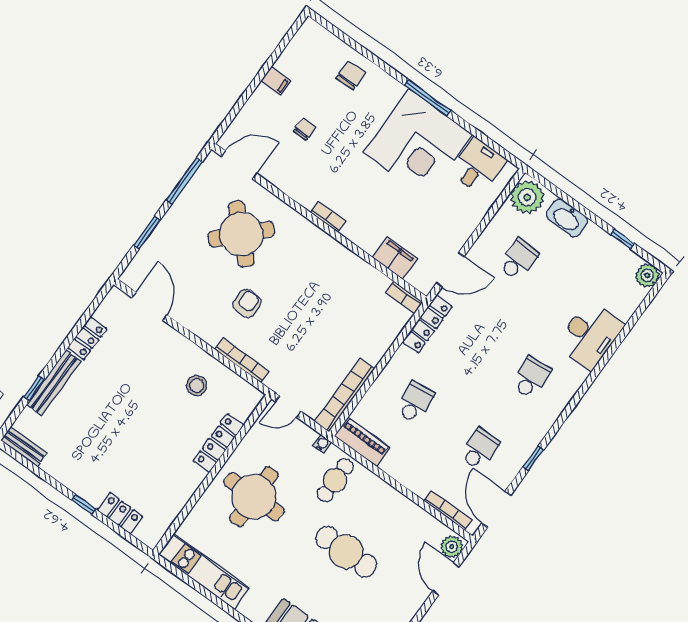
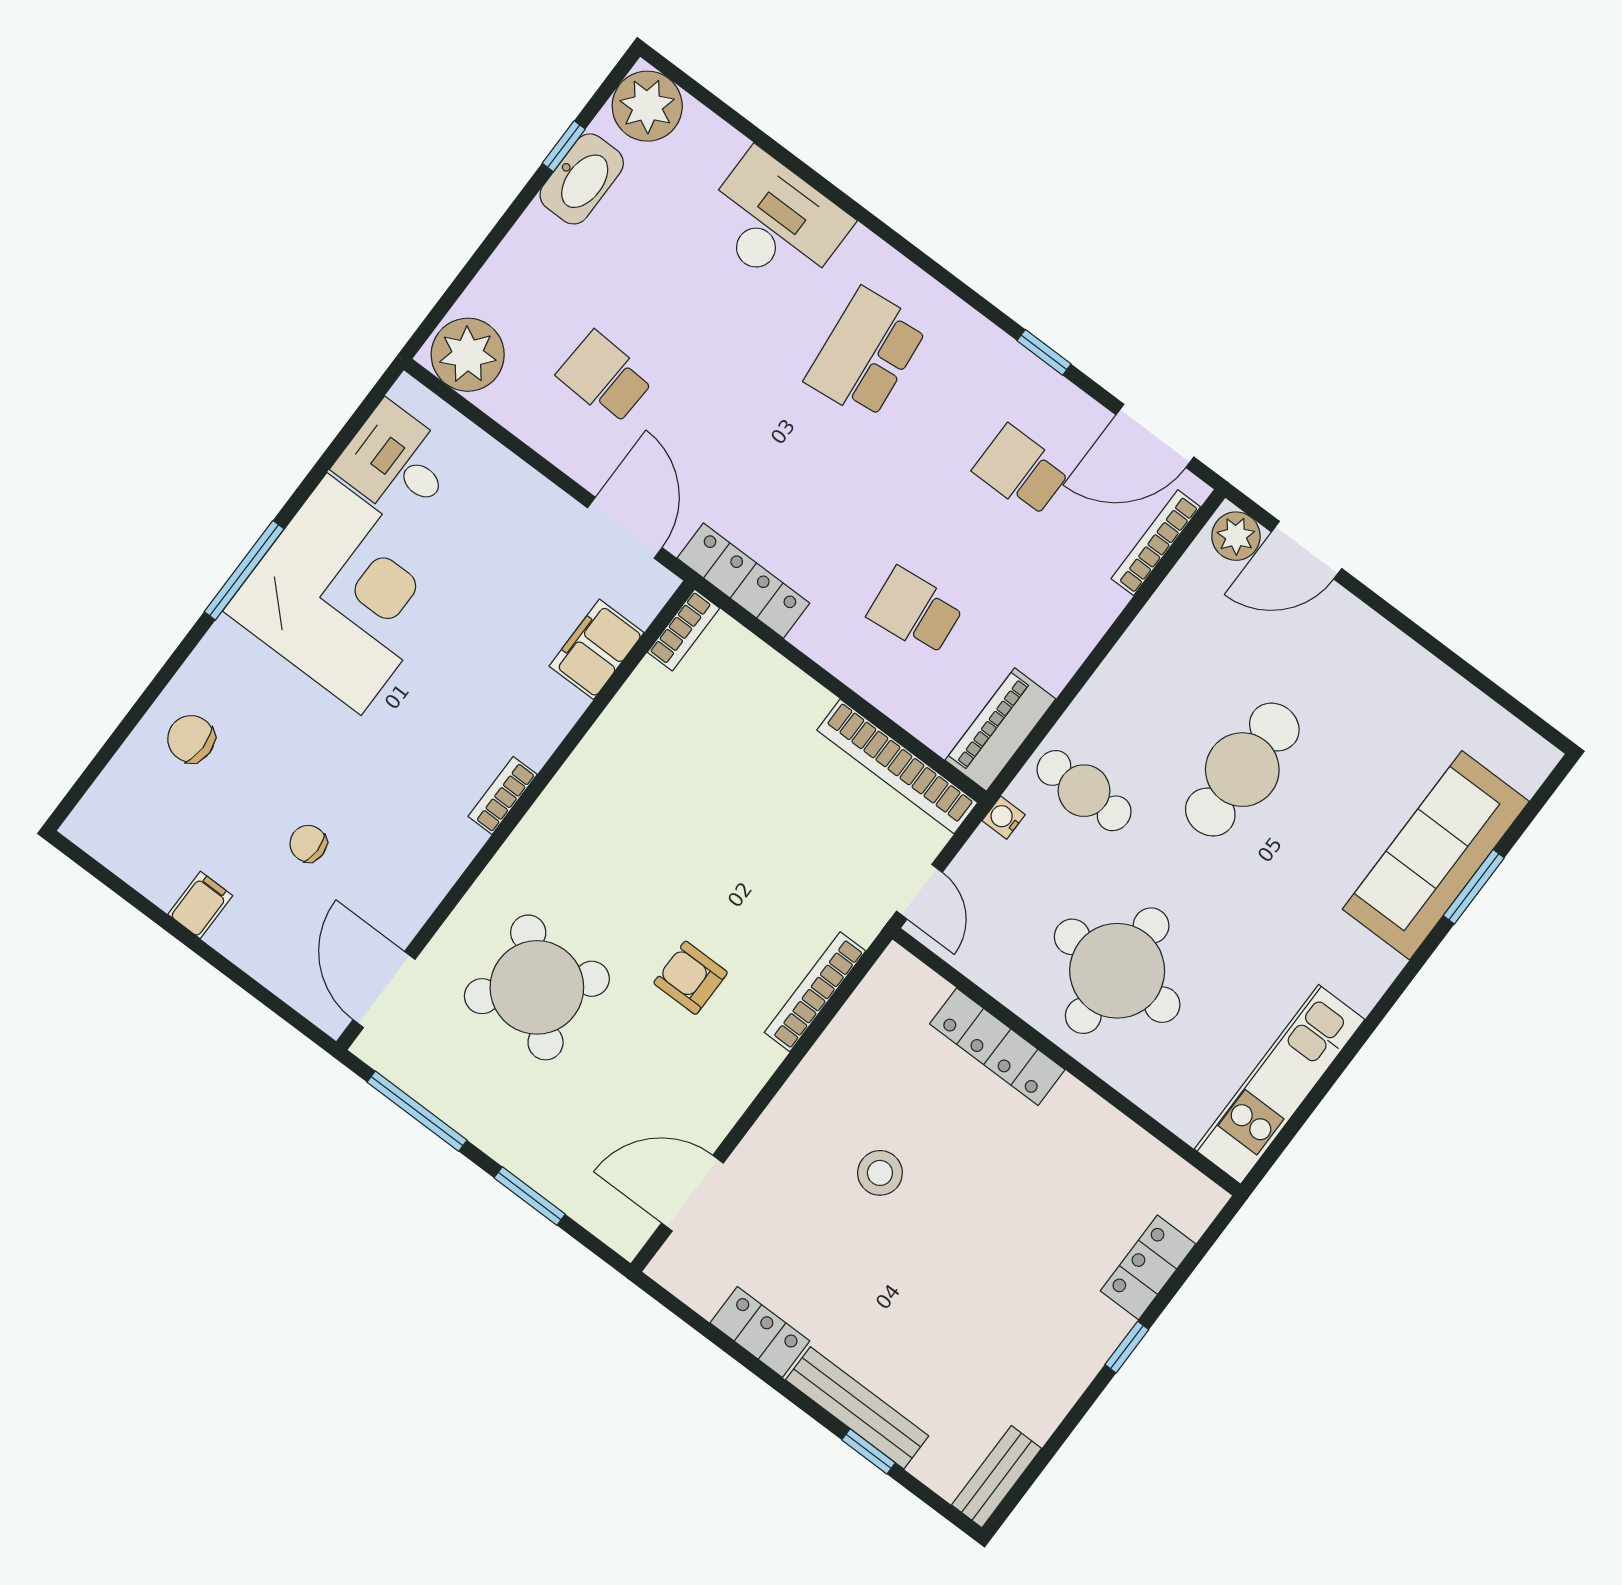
washbasin: (567, 218) -> (582, 179), moved
plant: (647, 275) -> (647, 106), width x1.36, depth x1.36
school desk: (531, 378) -> (866, 354), width x1.85
stool: (197, 385) -> (880, 1173), moved

